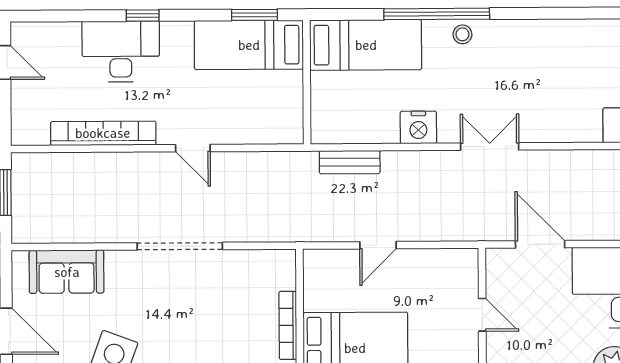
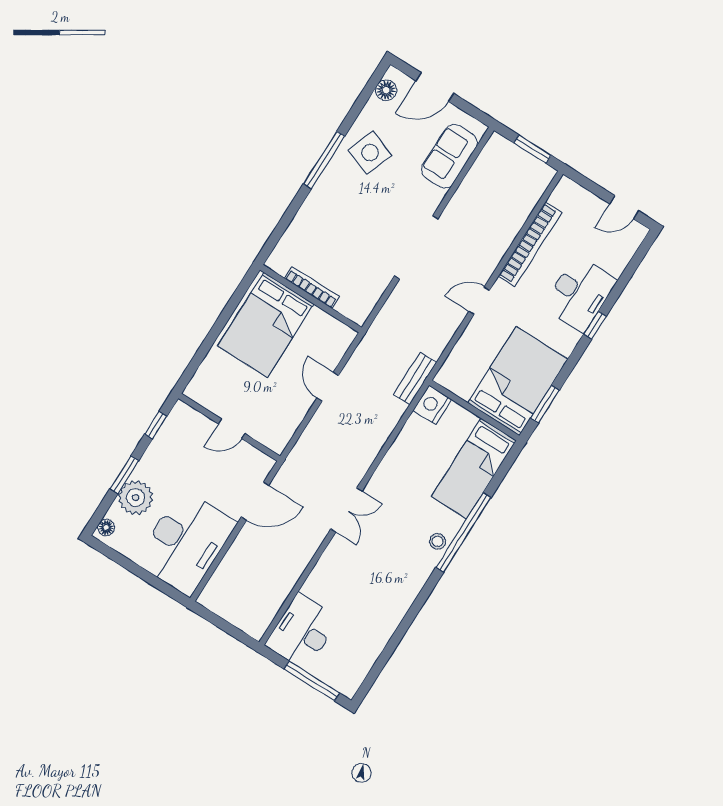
bed: (249, 45) -> (518, 381), width x1.50
nightstand: (418, 127) -> (432, 405), moved
bench: (350, 162) -> (415, 379), moved

